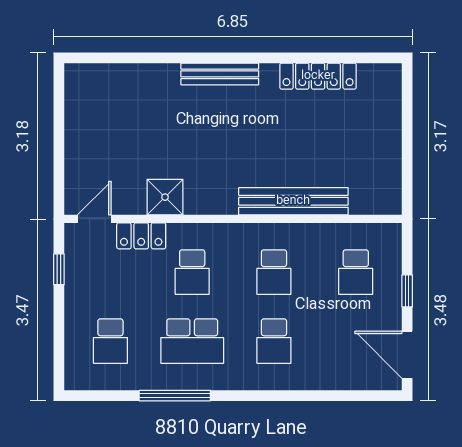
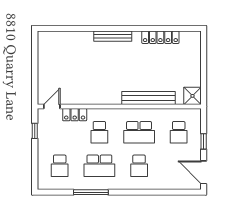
shower: (165, 197) -> (192, 96), moved
school desk: (274, 272) -> (139, 132), width x1.85

